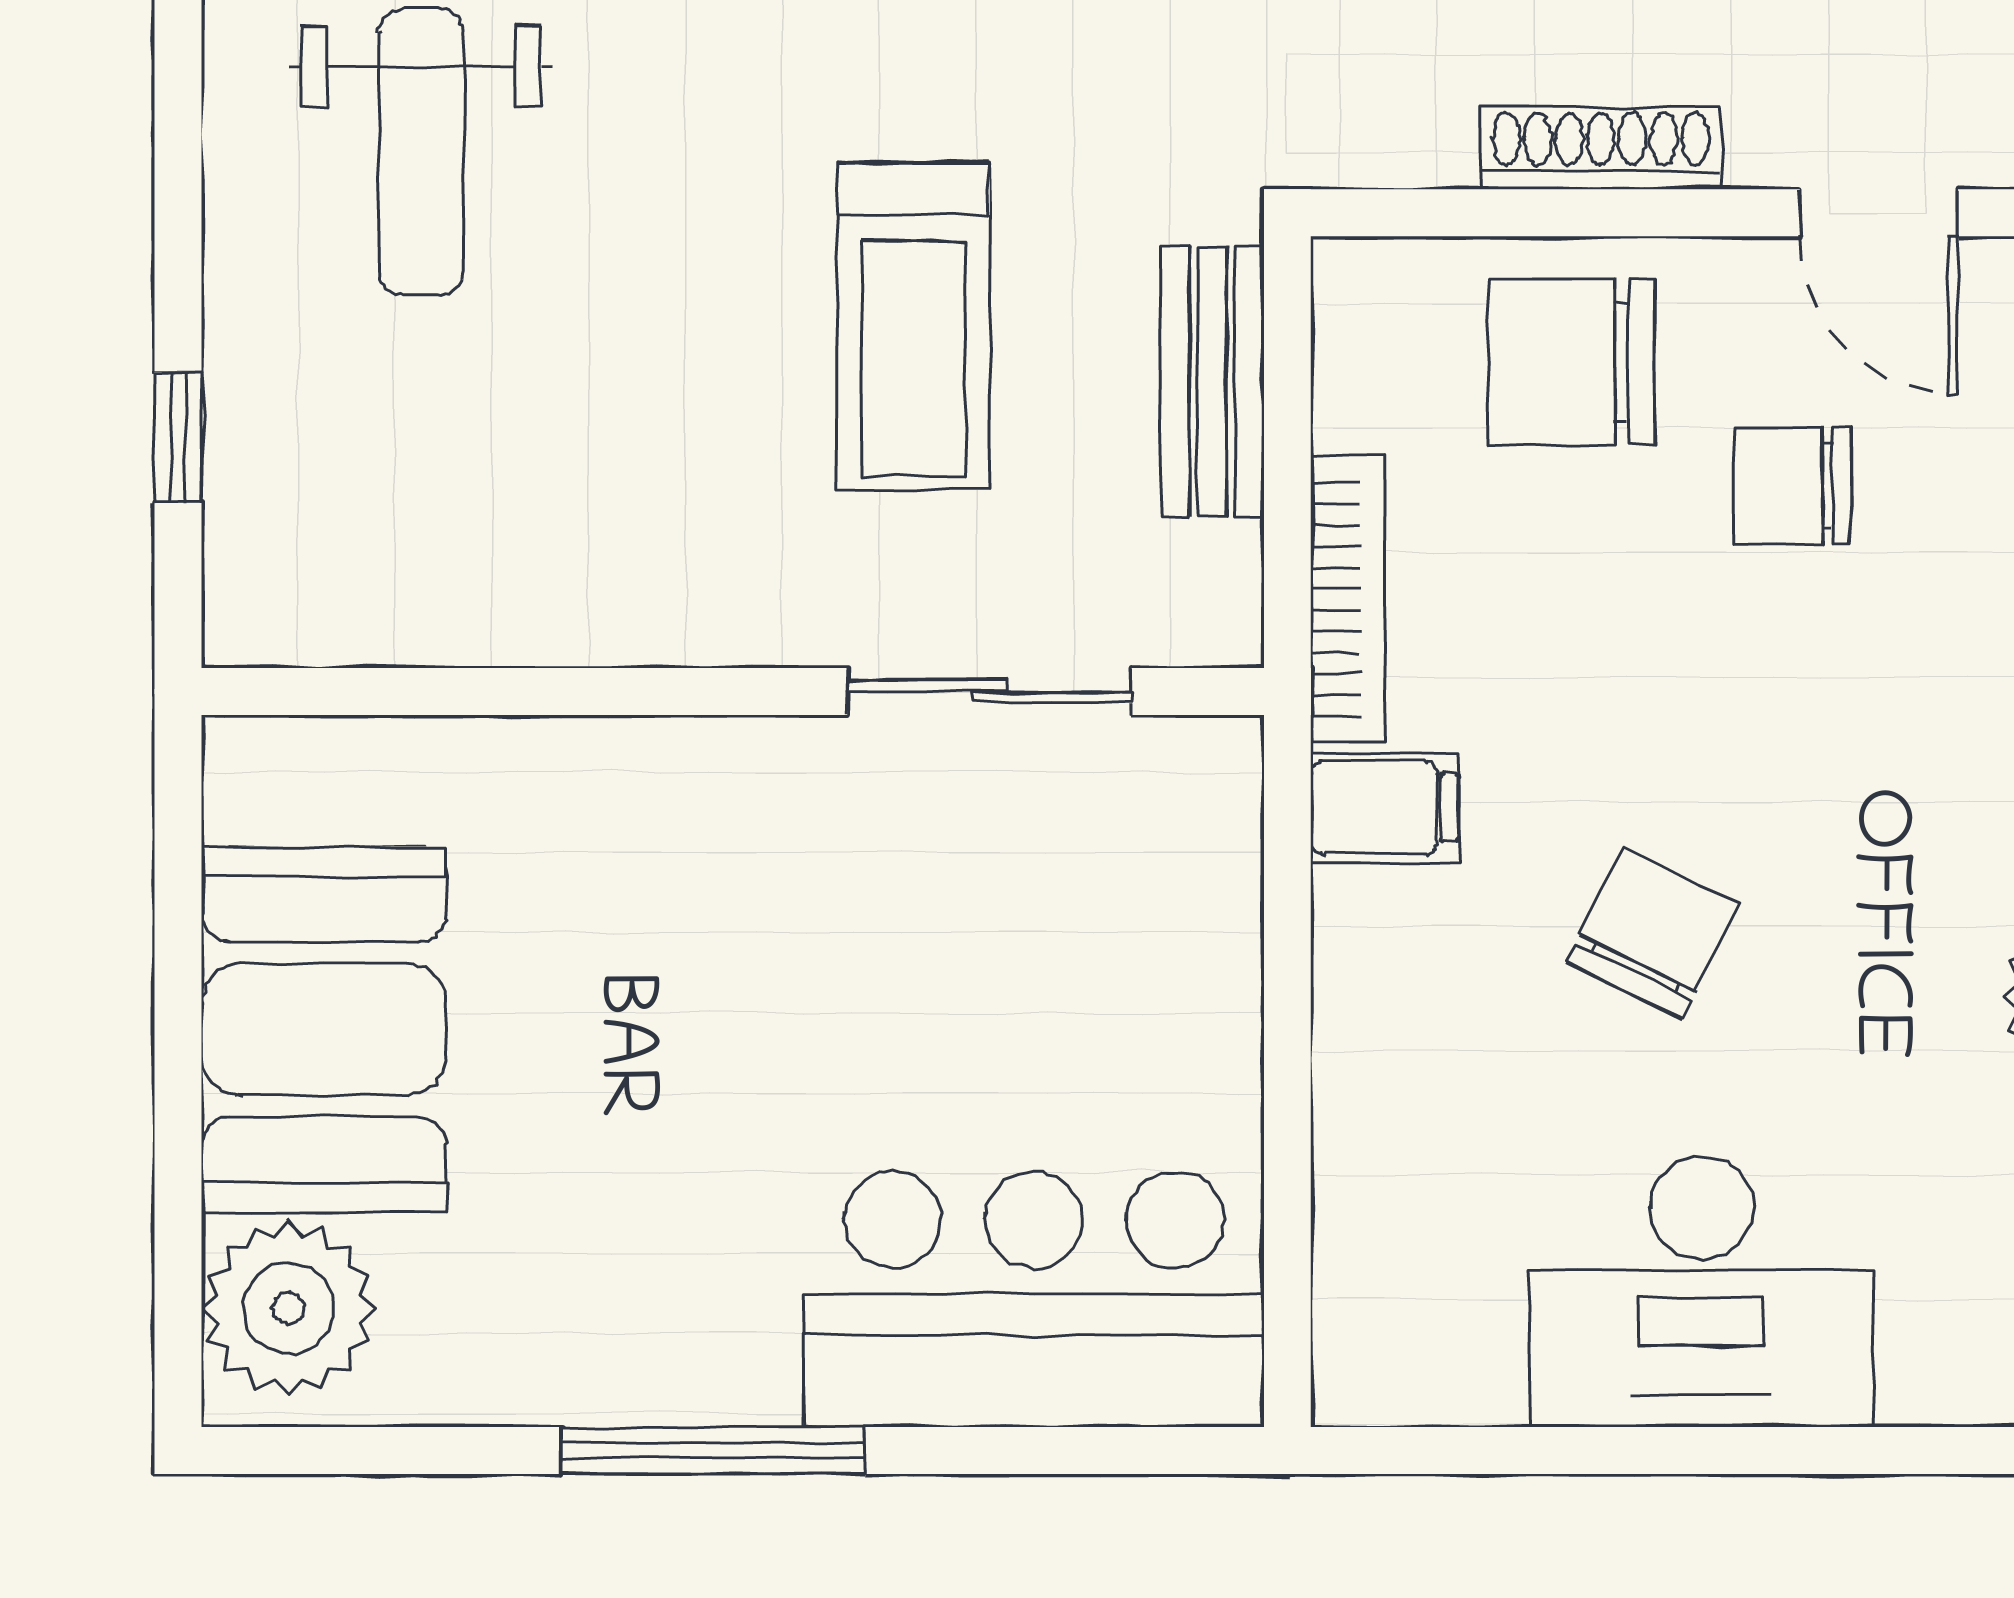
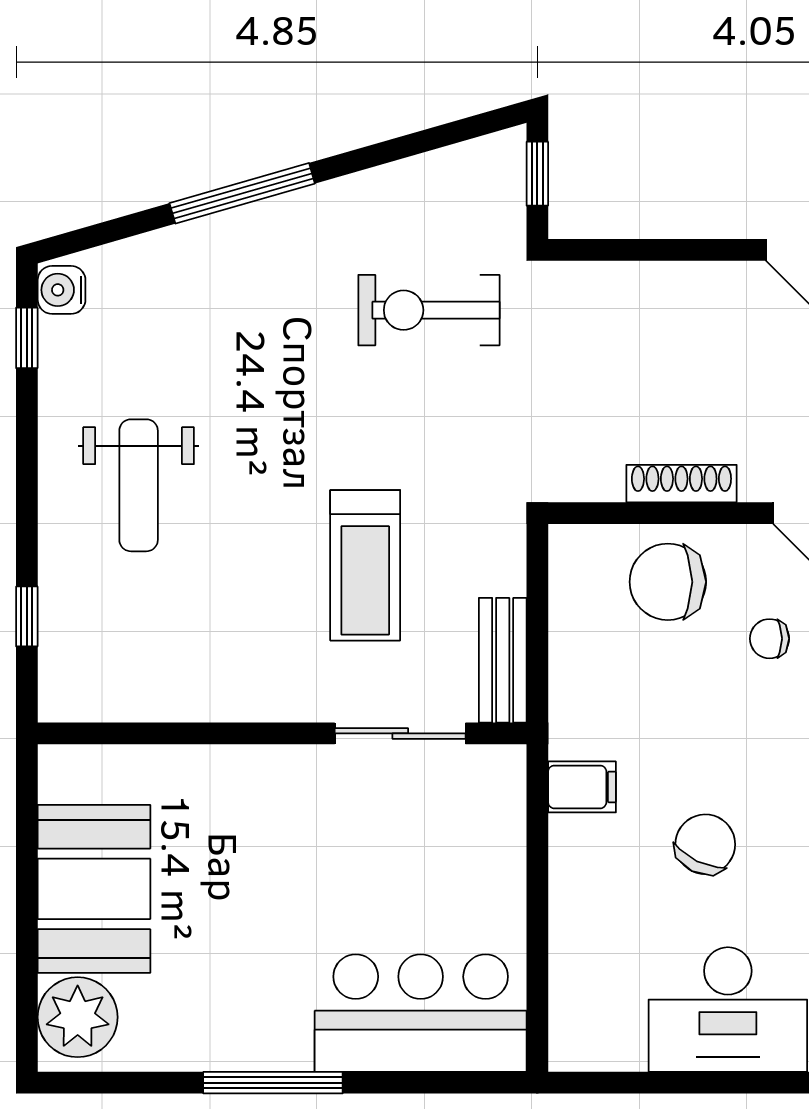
bench: (1212, 381) -> (503, 660), moved
chair: (1792, 485) -> (769, 639), width x0.73, depth x0.73
bookcase: (1348, 599) -> (565, 691), removed

